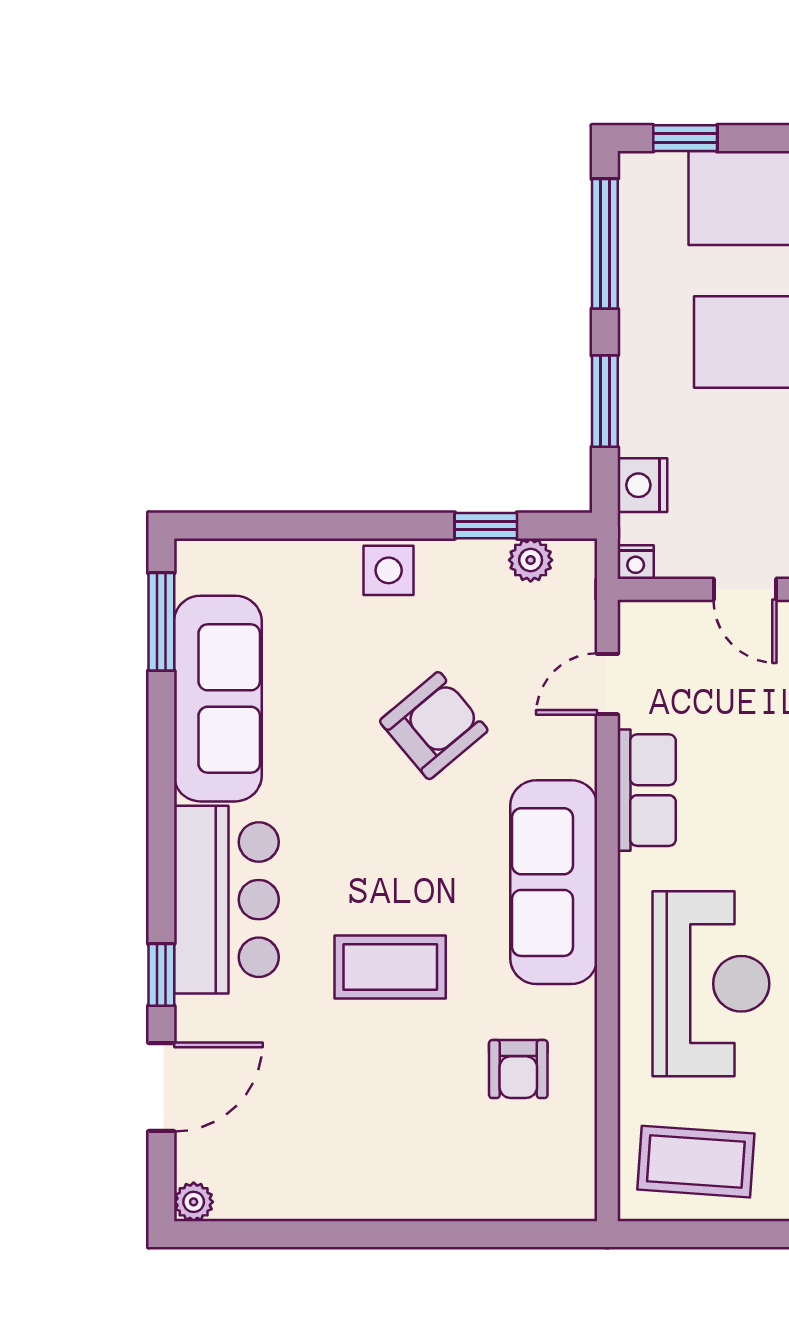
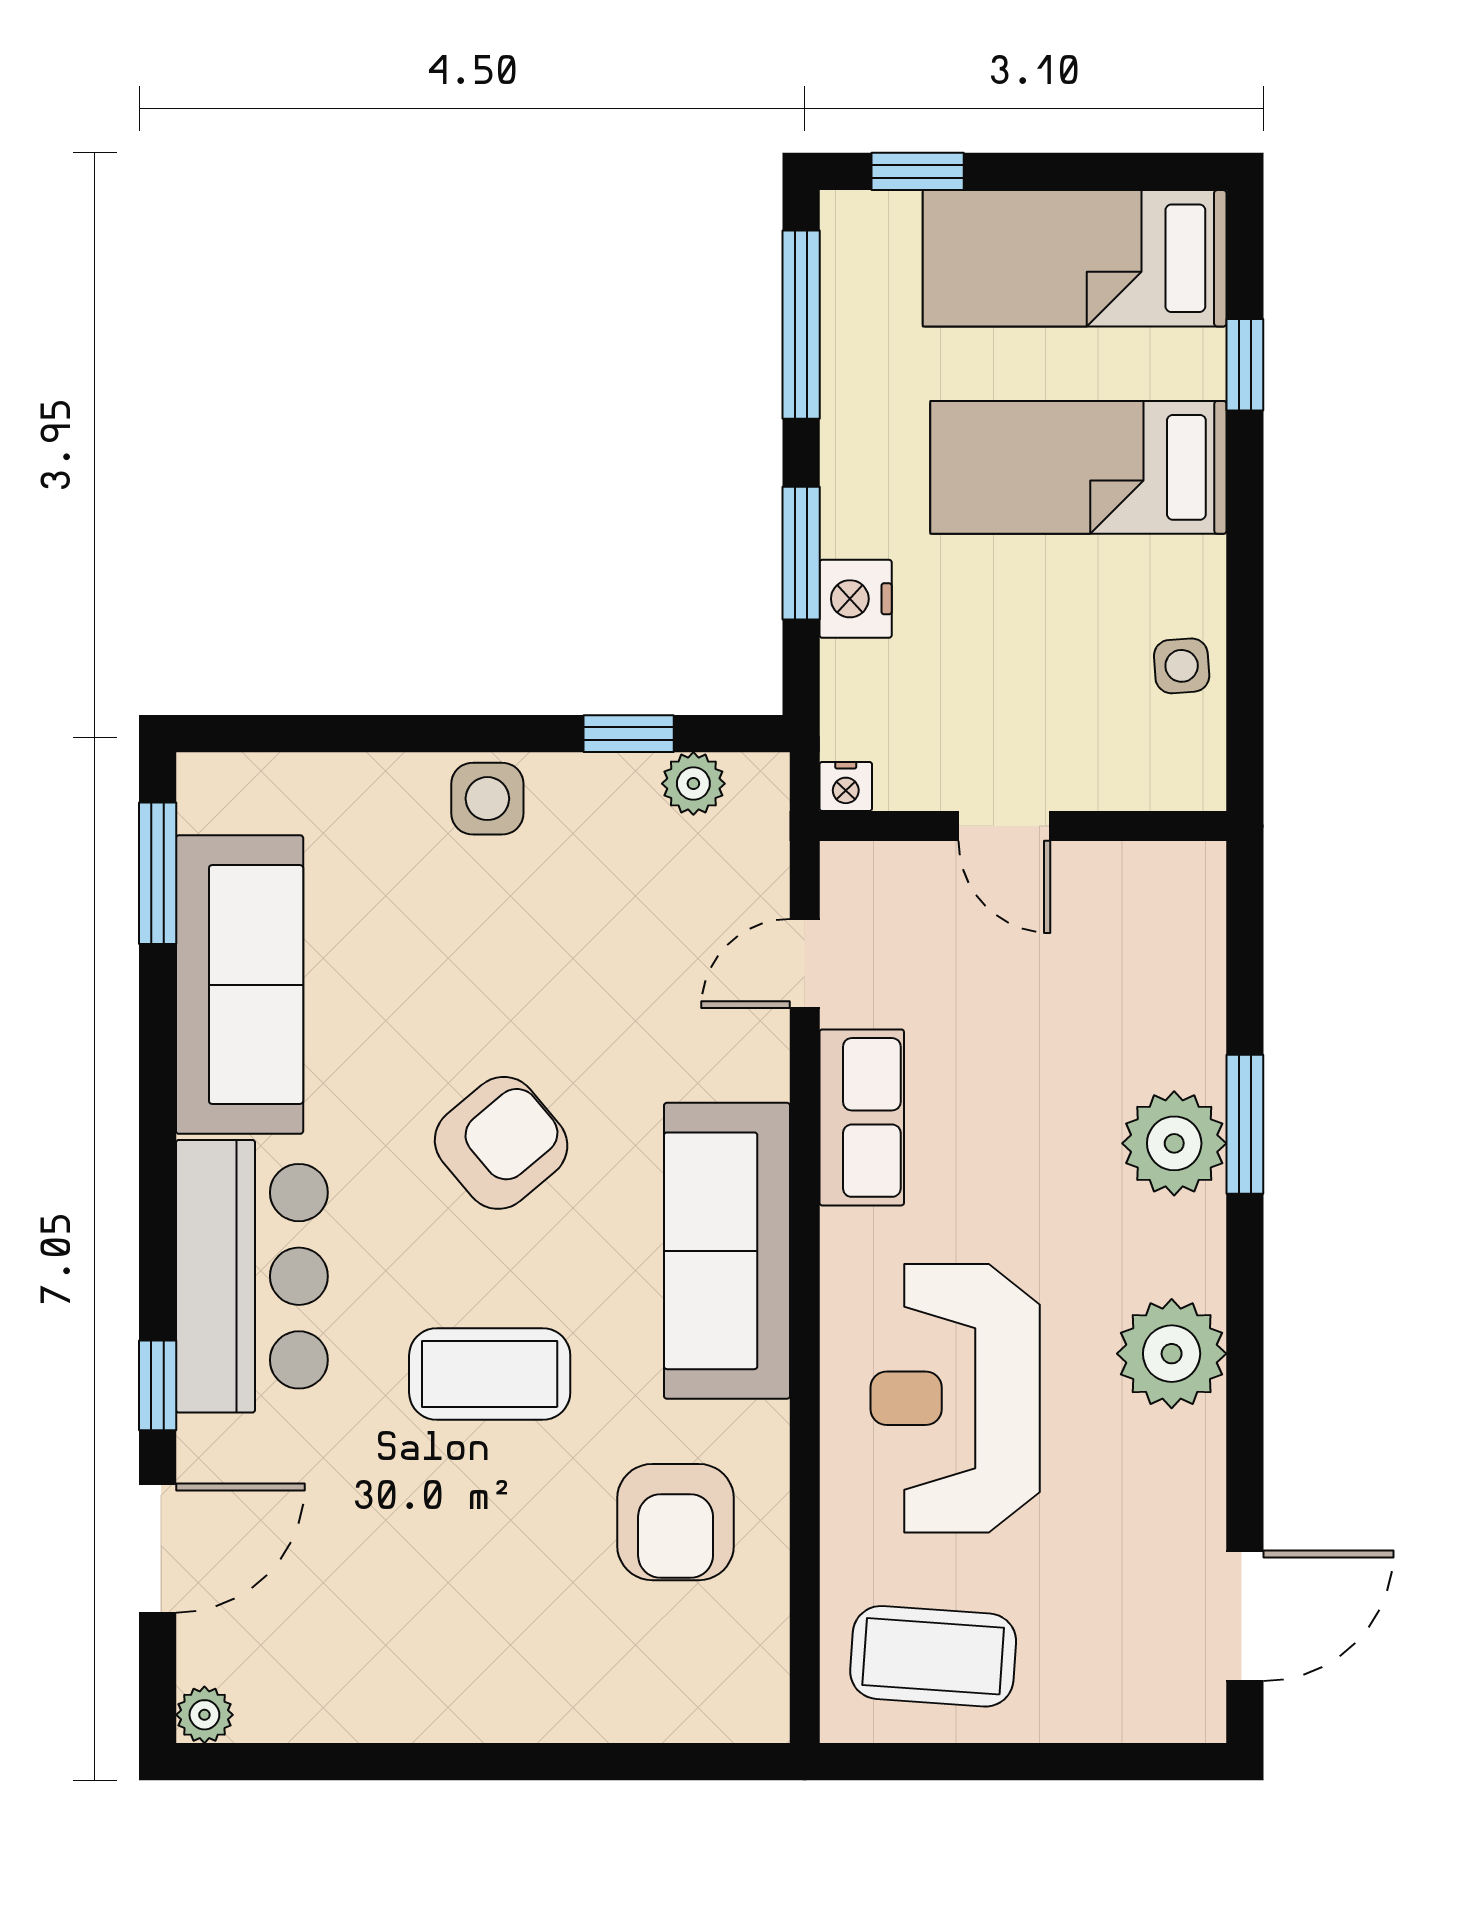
nightstand: (642, 485) -> (856, 599), moved
armchair: (434, 726) -> (501, 1143), moved
reception desk: (711, 984) -> (955, 1398), turned 180
armchair: (518, 1069) -> (676, 1522), width x1.38, depth x1.38

